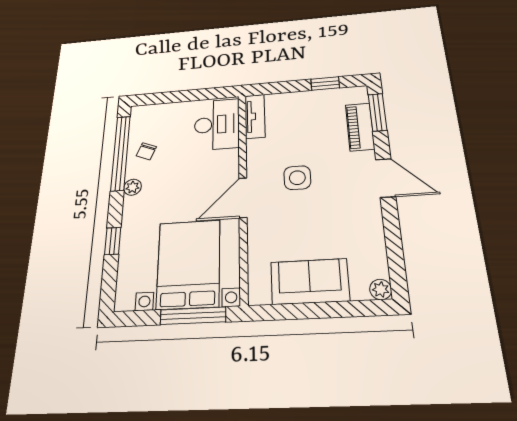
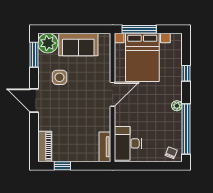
window: (377, 112) -> (34, 55), moved
piano: (360, 127) -> (45, 146), moved
chair: (146, 151) -> (171, 153), moved
side table: (297, 178) -> (60, 77), moved
plant: (381, 289) -> (48, 43), width x1.88, depth x1.88

